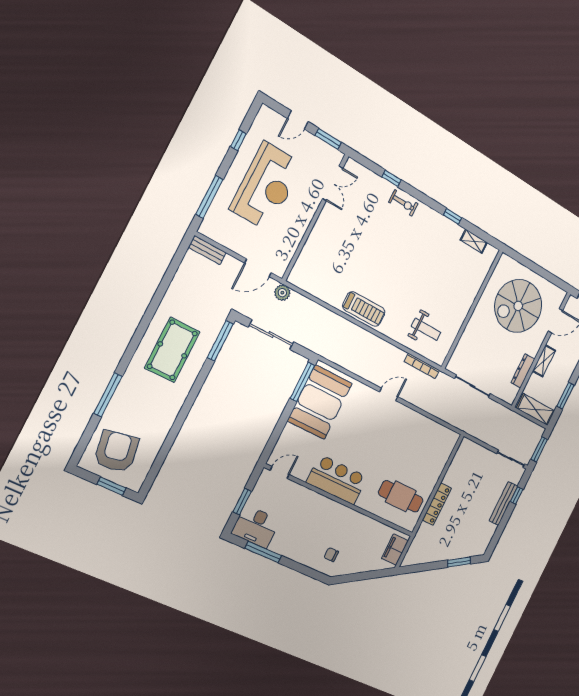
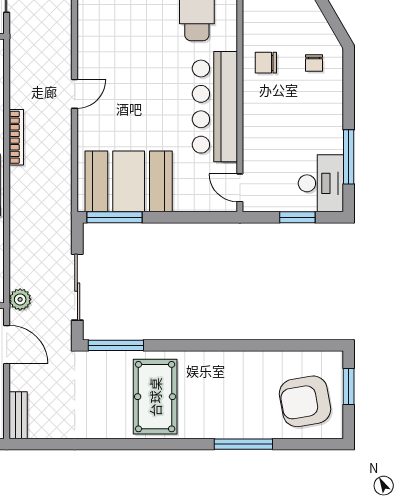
pool table: (172, 350) -> (155, 397), turned 90
bookcase: (422, 366) -> (16, 137), moved
door: (389, 394) -> (75, 94), swing flipped
bar counter: (337, 480) -> (215, 107), width x1.36
chair: (347, 524) -> (266, 63), added

